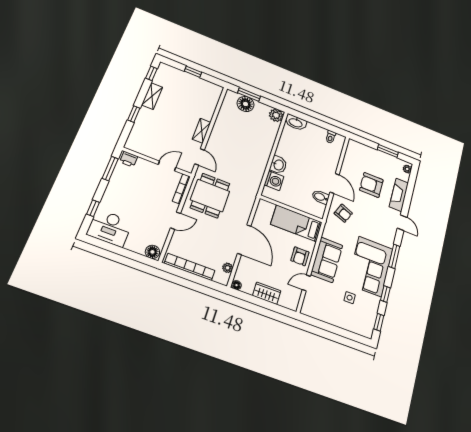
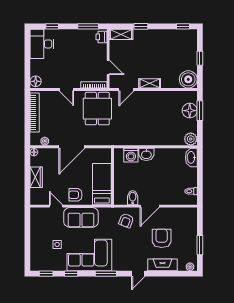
boiler: (212, 92) -> (188, 79), added
shelving: (152, 96) -> (121, 34), moved
dining table: (210, 196) -> (97, 109), turned 90

